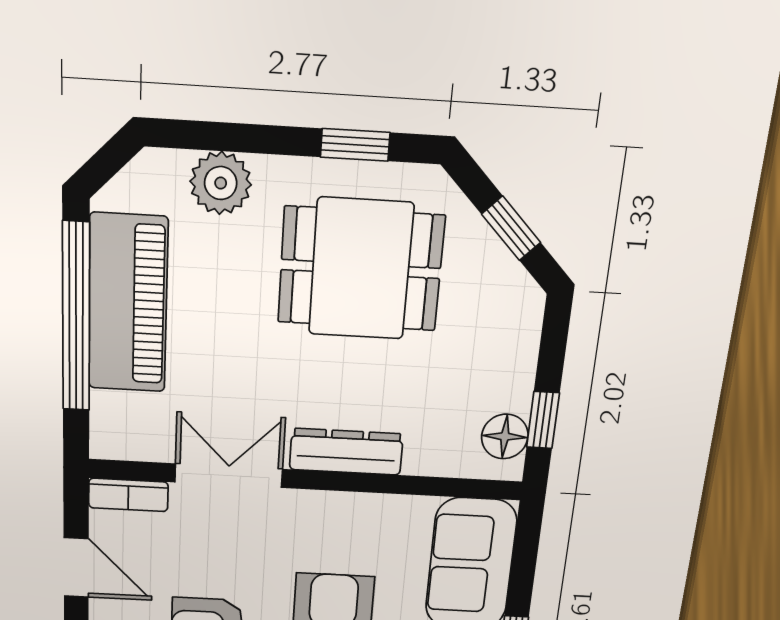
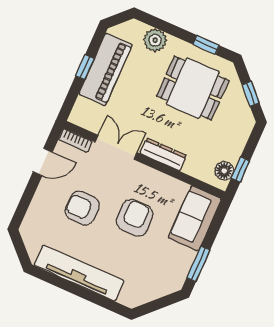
window: (76, 318) -> (85, 67), width x0.32
door: (76, 568) -> (43, 162), hinge flipped

